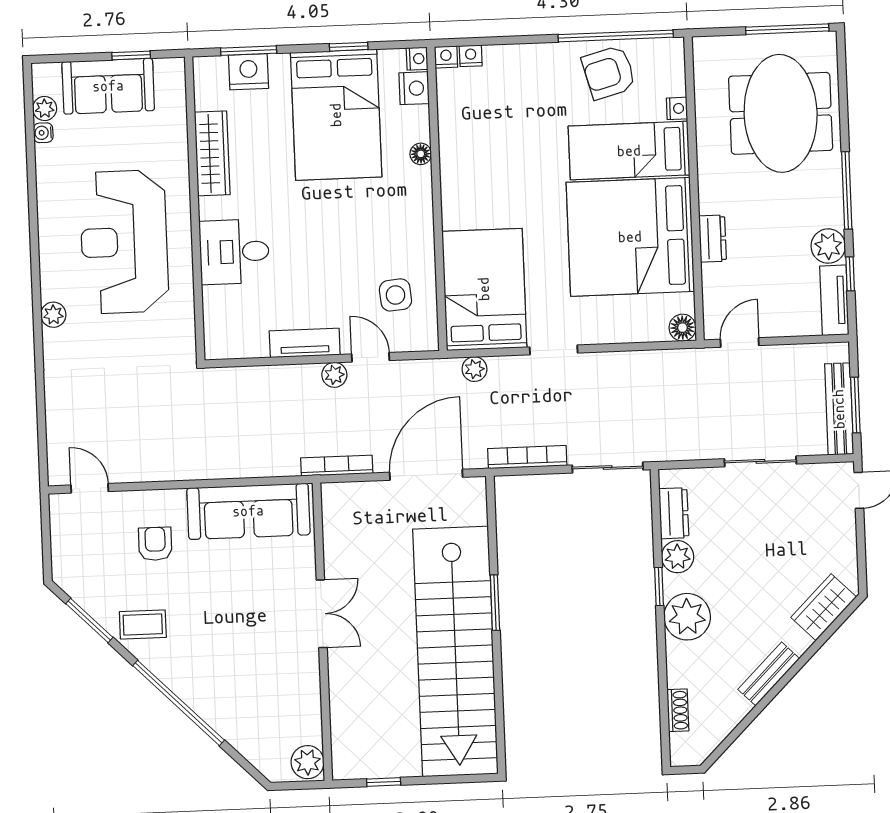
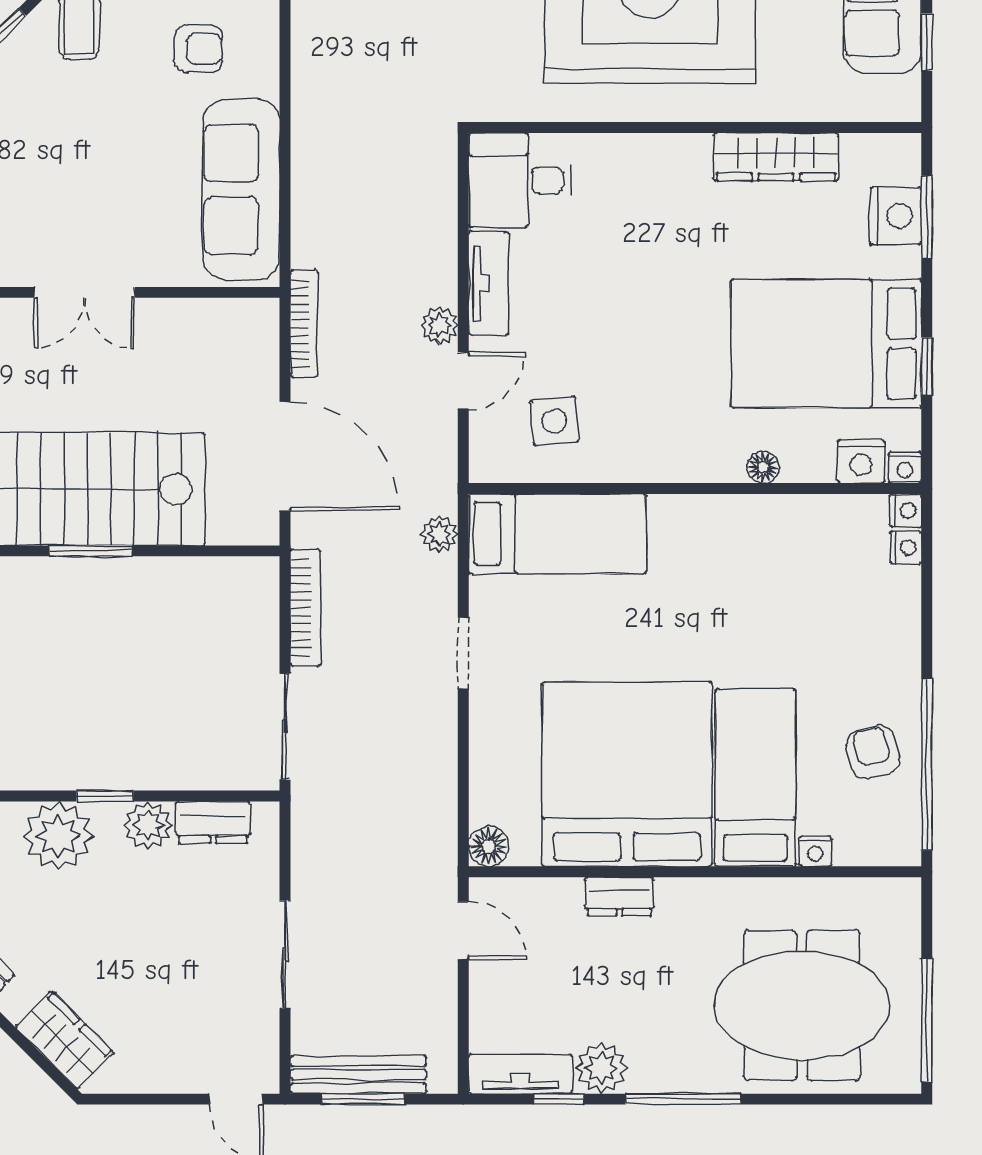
armchair: (609, 73) -> (873, 752), width x0.72, depth x0.72
desk: (234, 252) -> (520, 180), moved, turned -90
bed: (484, 289) -> (557, 534), width x0.67

